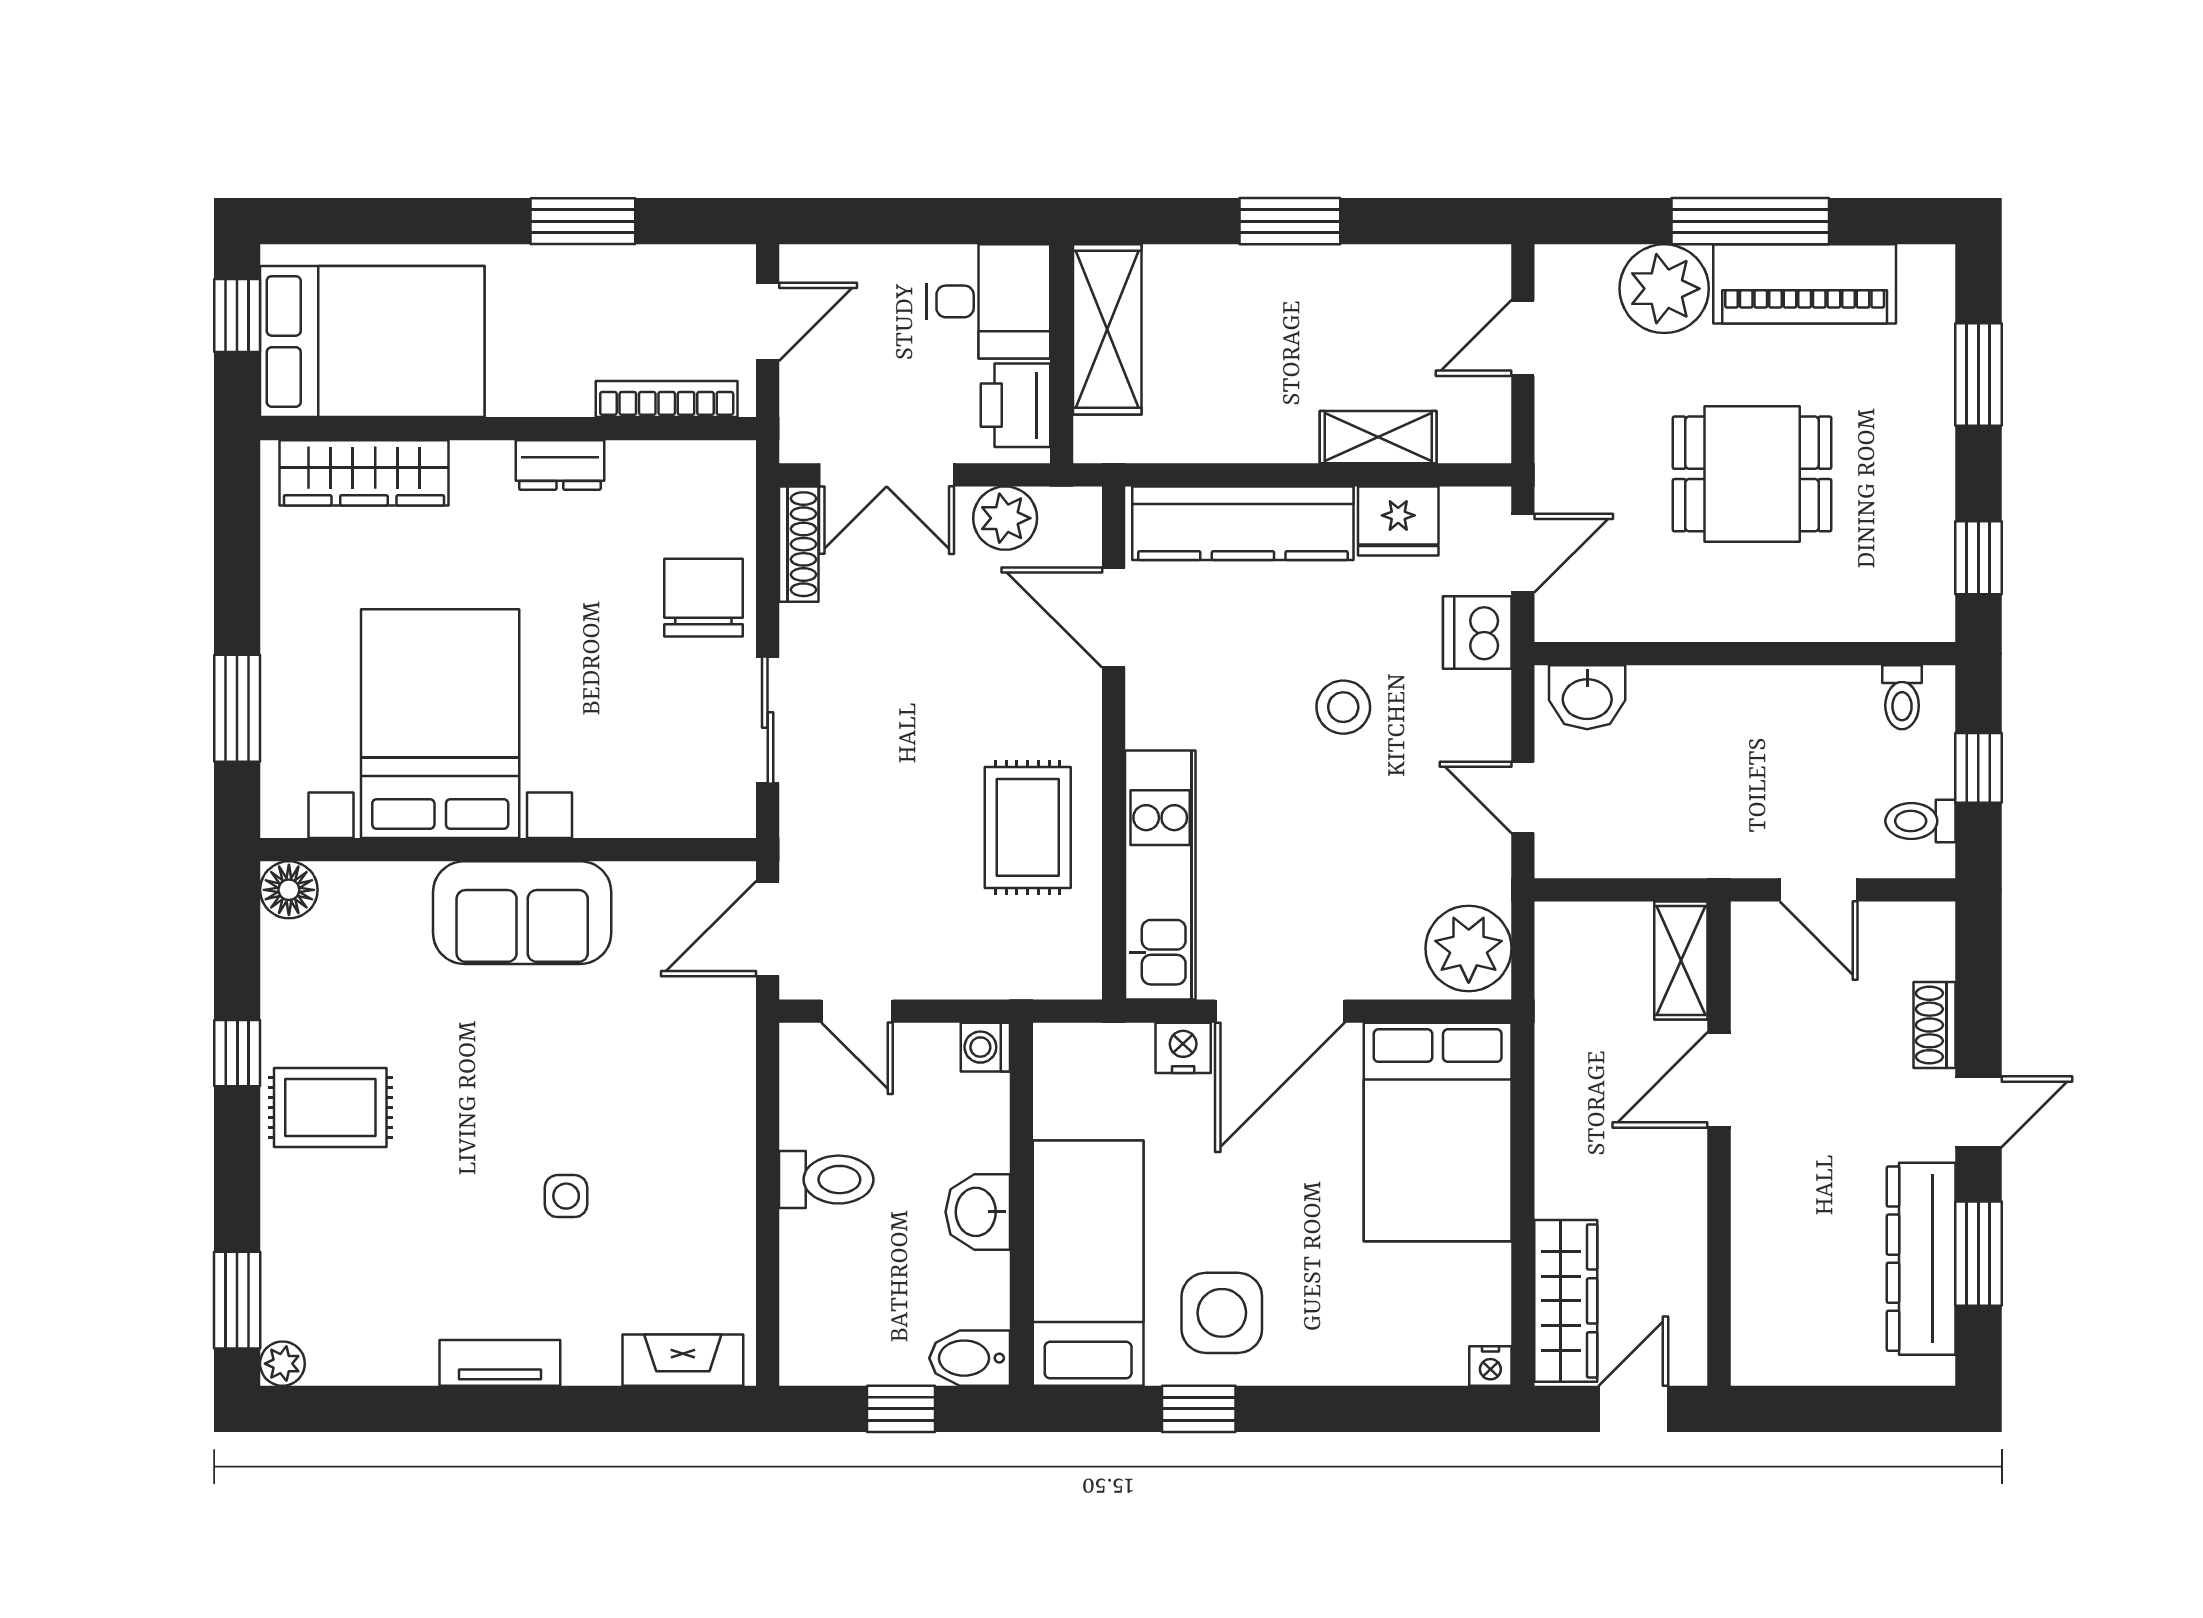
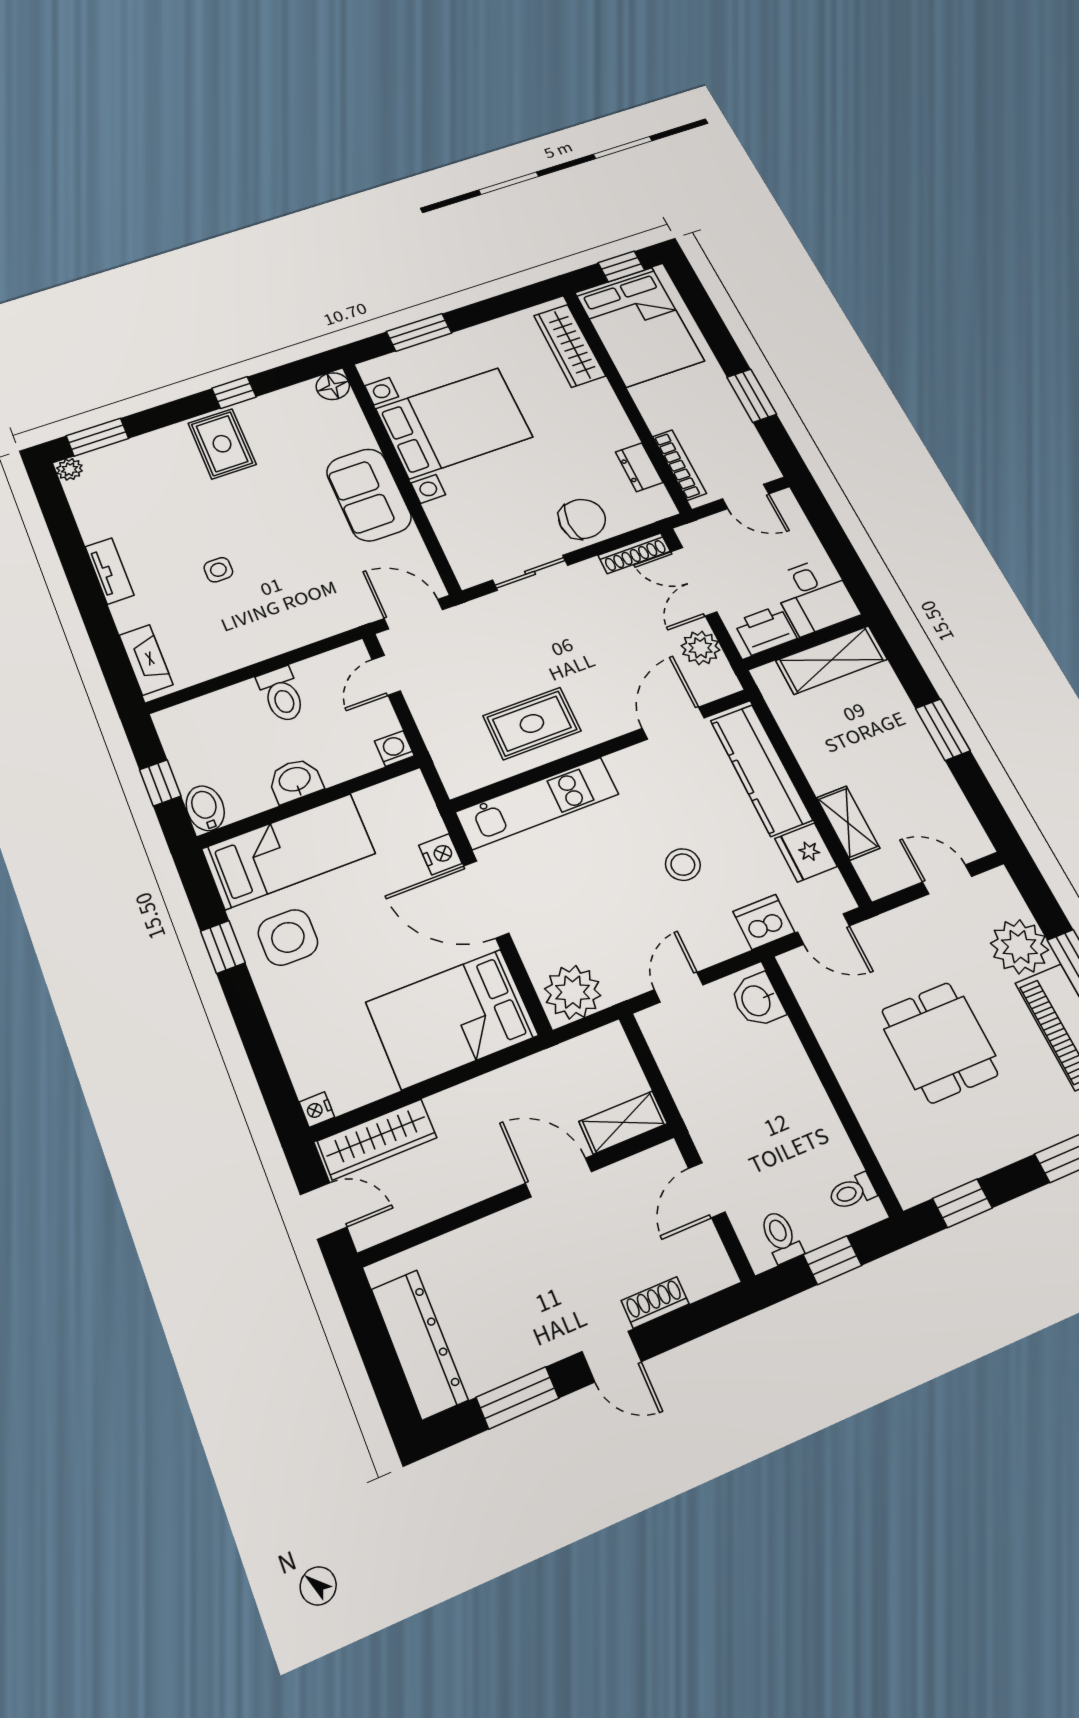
dresser: (560, 465) -> (639, 467), moved
dresser: (1921, 1259) -> (419, 1344), moved, turned 90

